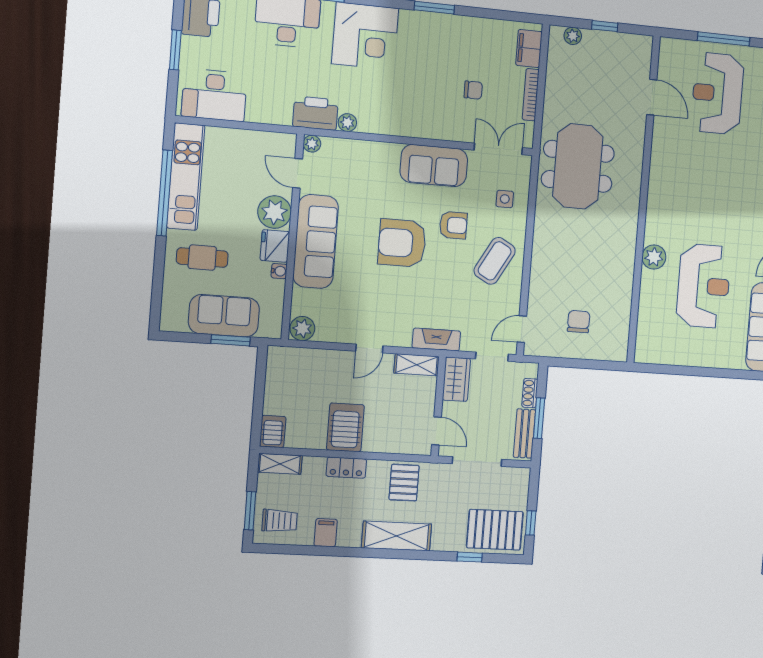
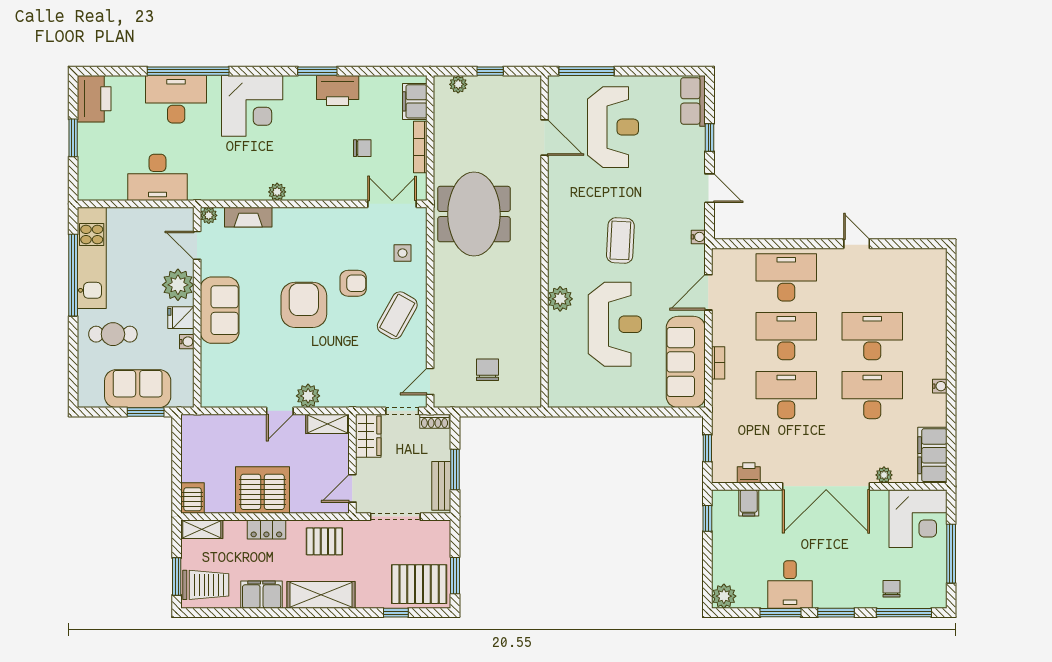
window: (724, 39) -> (587, 71), moved
reception desk: (717, 93) -> (613, 127), turned 180
desk: (214, 95) -> (157, 177), moved
printer: (315, 113) -> (338, 91), moved, turned 180
plant: (347, 123) -> (277, 192), moved
sofa: (434, 165) -> (329, 226), removed
coffee table: (715, 205) -> (620, 240), added
sofa: (316, 241) -> (220, 310), width x0.73
armchair: (402, 243) -> (304, 305), turned 90
fridge: (275, 246) -> (181, 318), width x0.72
plant: (302, 328) -> (308, 396), moved
fireplace: (436, 340) -> (248, 217), moved, turned 180
shoe rack: (530, 393) -> (435, 421), moved, turned -90
server rack: (345, 427) -> (263, 490), width x1.60
door: (436, 431) -> (352, 488), swing flipped
pallet: (404, 483) -> (324, 541), turned 90
trolley: (280, 521) -> (206, 585), width x1.36, depth x1.39
window: (531, 523) -> (455, 576), width x1.50
filing cabinet: (326, 533) -> (262, 595), width x2.00

